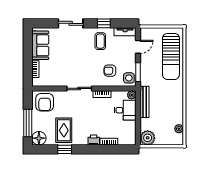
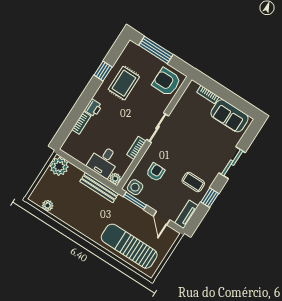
rug: (64, 130) -> (124, 83), turned 90
floor lamp: (39, 138) -> (132, 51), removed

